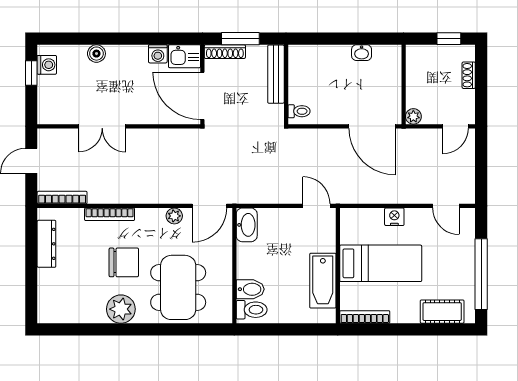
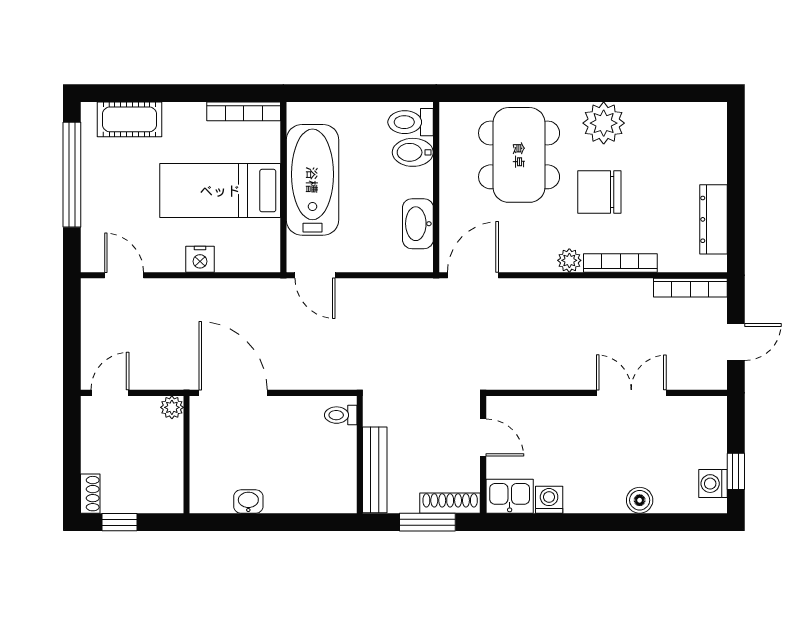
shoe rack: (469, 75) -> (90, 494), moved
door: (202, 96) -> (483, 438), width x0.53
plant: (174, 216) -> (569, 260), moved
washbasin: (247, 225) -> (418, 224), moved
bathtub: (323, 281) -> (312, 180), width x1.36, depth x1.36

